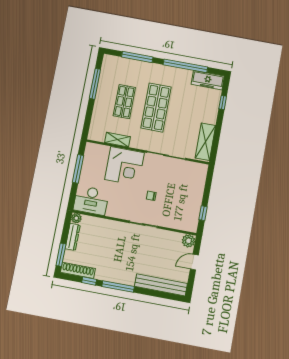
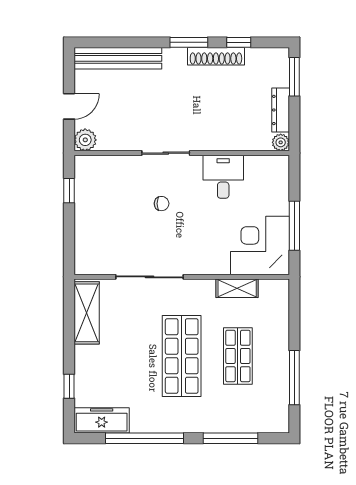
corner desk: (124, 166) -> (260, 245), moved
desk: (91, 200) -> (223, 177), moved, width x0.73
shoe rack: (78, 270) -> (216, 56), moved
window: (118, 286) -> (189, 42), width x0.69

